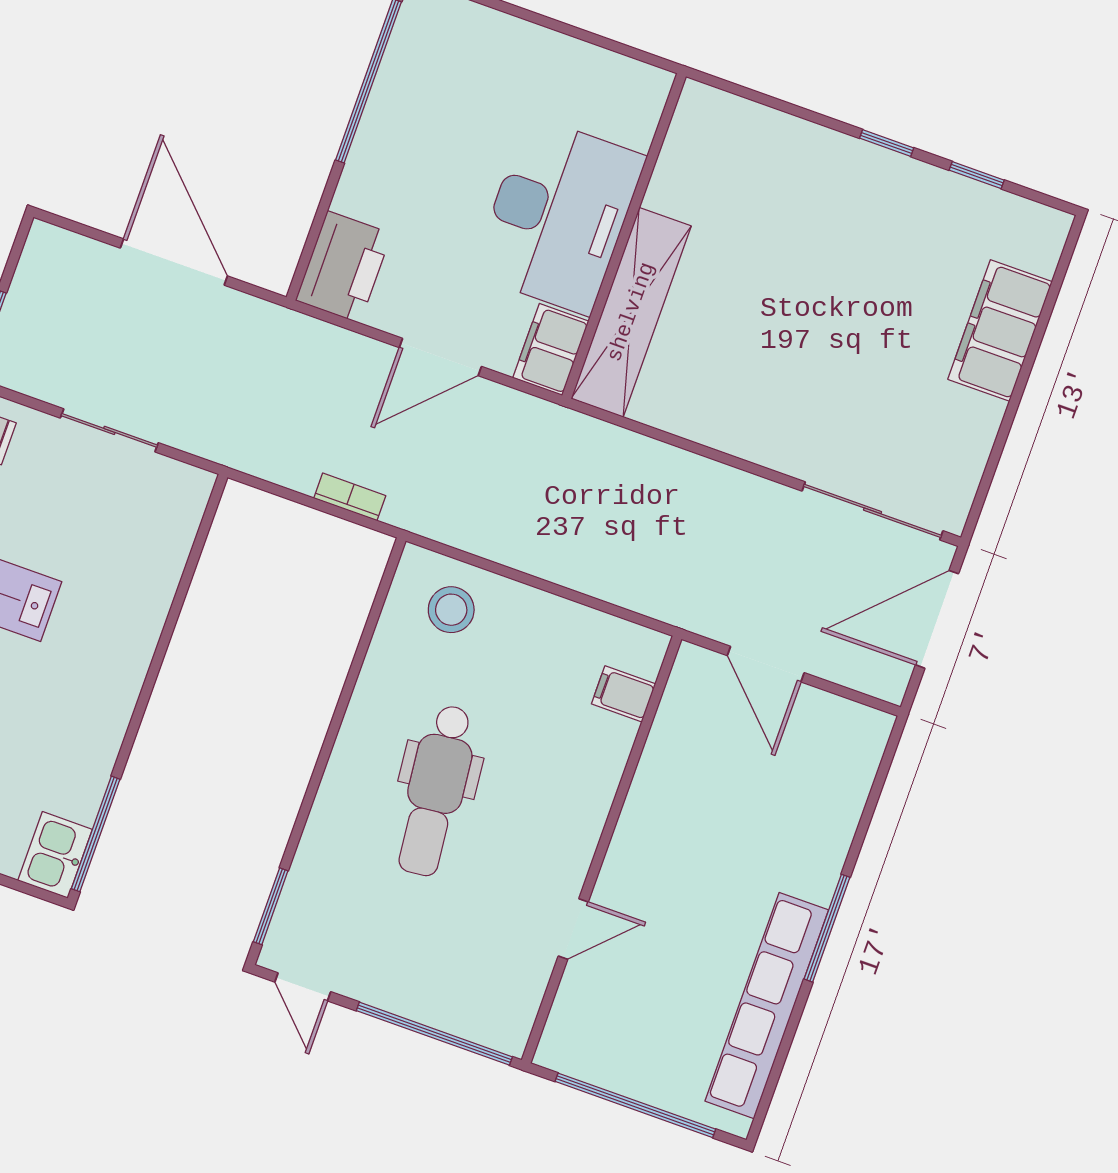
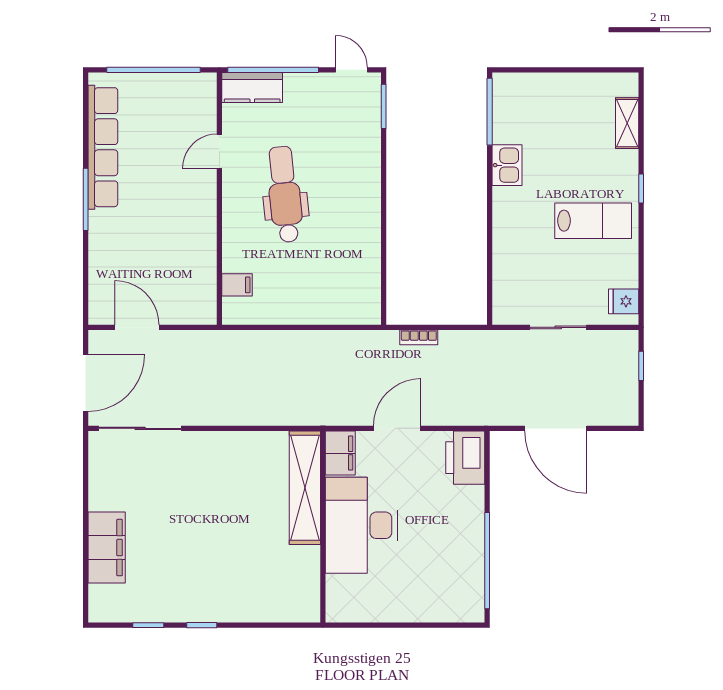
stool: (451, 610) -> (344, 297), removed
door: (766, 664) -> (137, 327), moved
dental chair: (436, 790) -> (285, 194), moved
kitchen sink: (55, 855) -> (507, 165), moved
kitchen counter: (480, 1017) -> (252, 87), added

